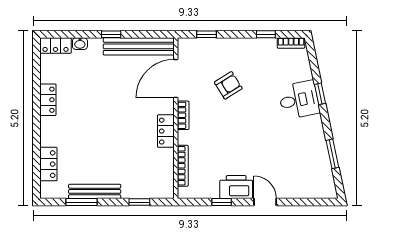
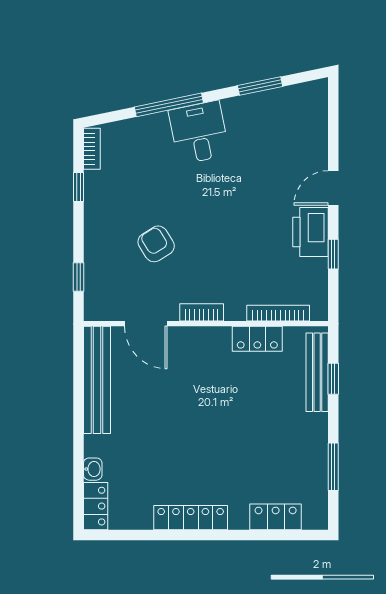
window: (111, 34) -> (79, 422), removed
door: (176, 79) -> (146, 324), width x0.73
window: (320, 94) -> (169, 105), width x2.17
locker: (48, 100) -> (191, 518), width x1.53
desk: (299, 100) -> (199, 133), moved
locker: (166, 131) -> (257, 339), moved
bench: (95, 191) -> (317, 372), moved

